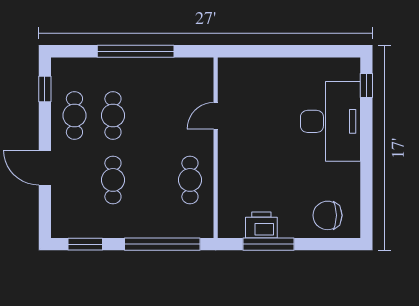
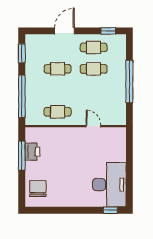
desk: (330, 121) -> (109, 185), moved, turned -90

